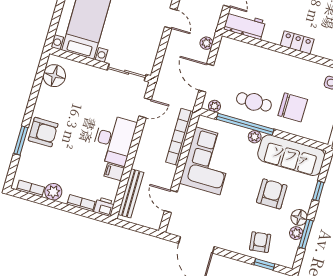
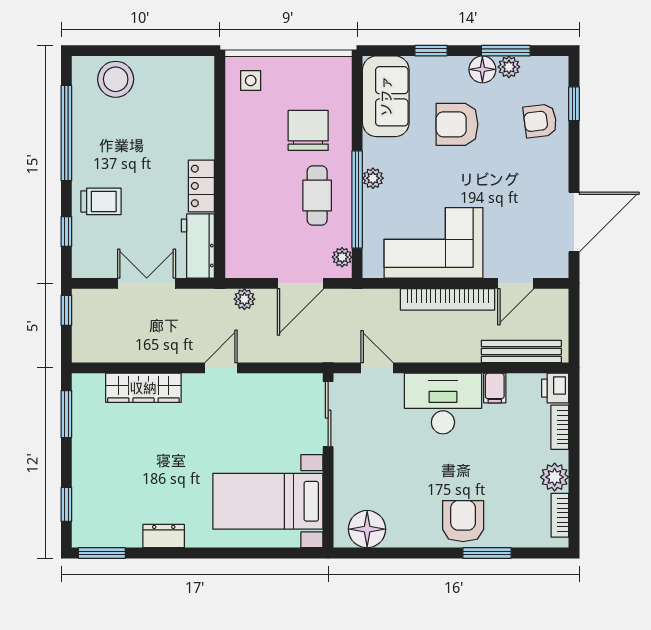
locker: (297, 42) -> (201, 186), moved
bookcase: (179, 137) -> (448, 299), moved
sofa: (291, 155) -> (386, 96), width x0.73

